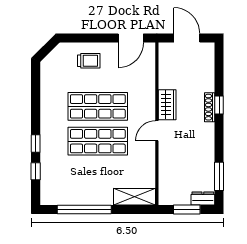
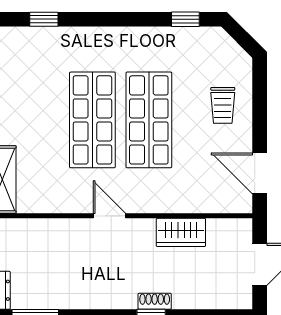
wardrobe: (167, 105) -> (181, 232), moved
shoe rack: (210, 107) -> (155, 301), width x0.70
window: (36, 144) -> (185, 19), moved

